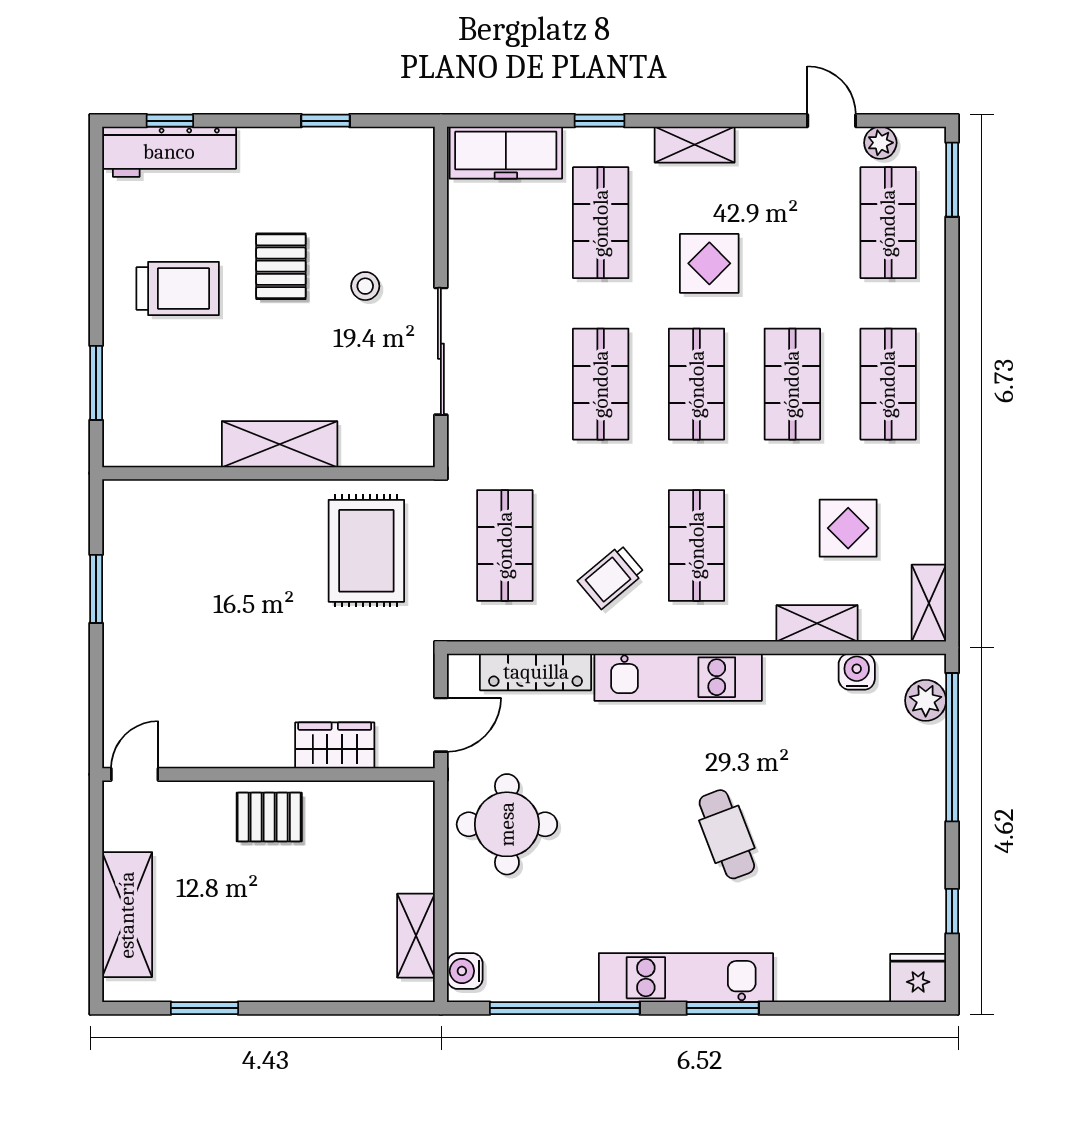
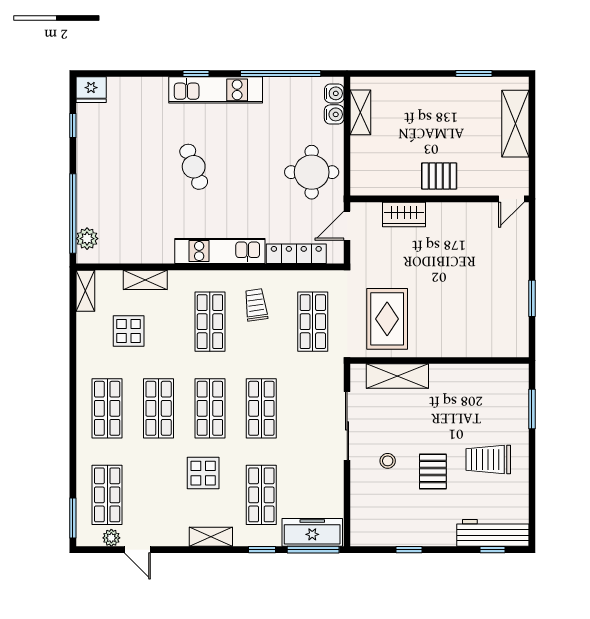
window: (504, 121) -> (313, 550), added
shelving: (280, 444) -> (397, 376), moved
trolley: (611, 577) -> (256, 305), turned -58
water cooler: (857, 672) -> (334, 114), moved, turned -90
window: (723, 1008) -> (196, 73), width x0.67

